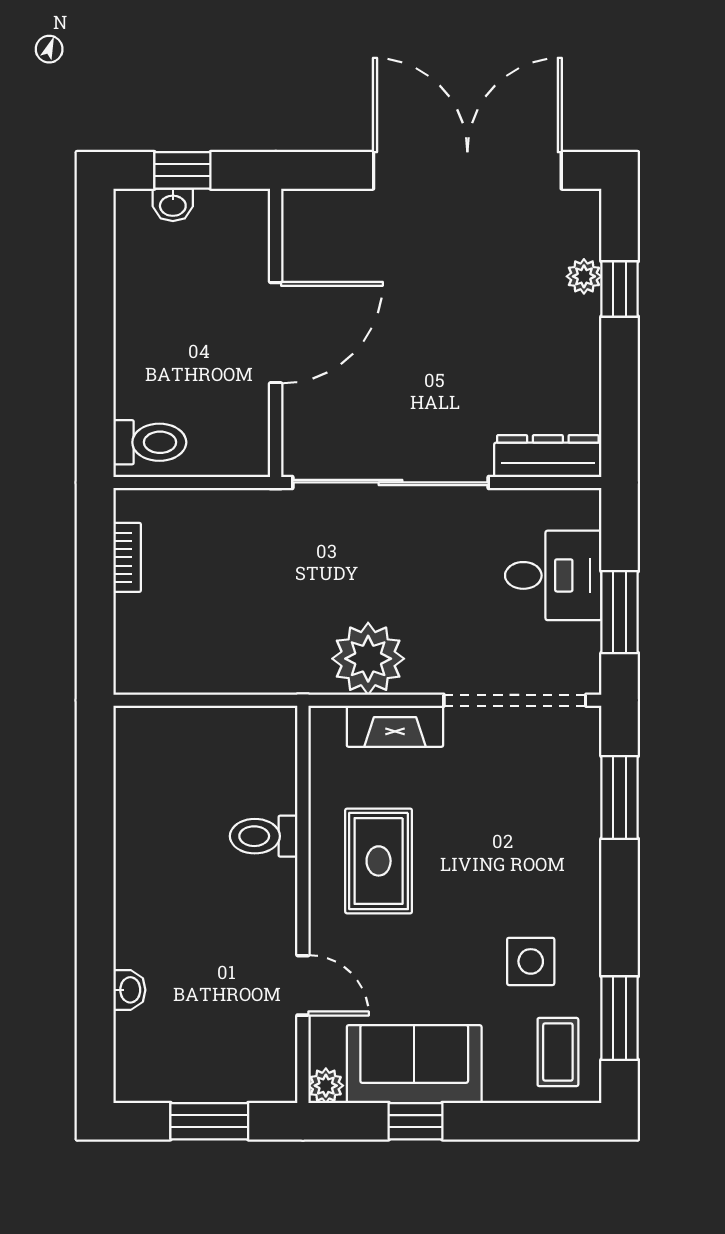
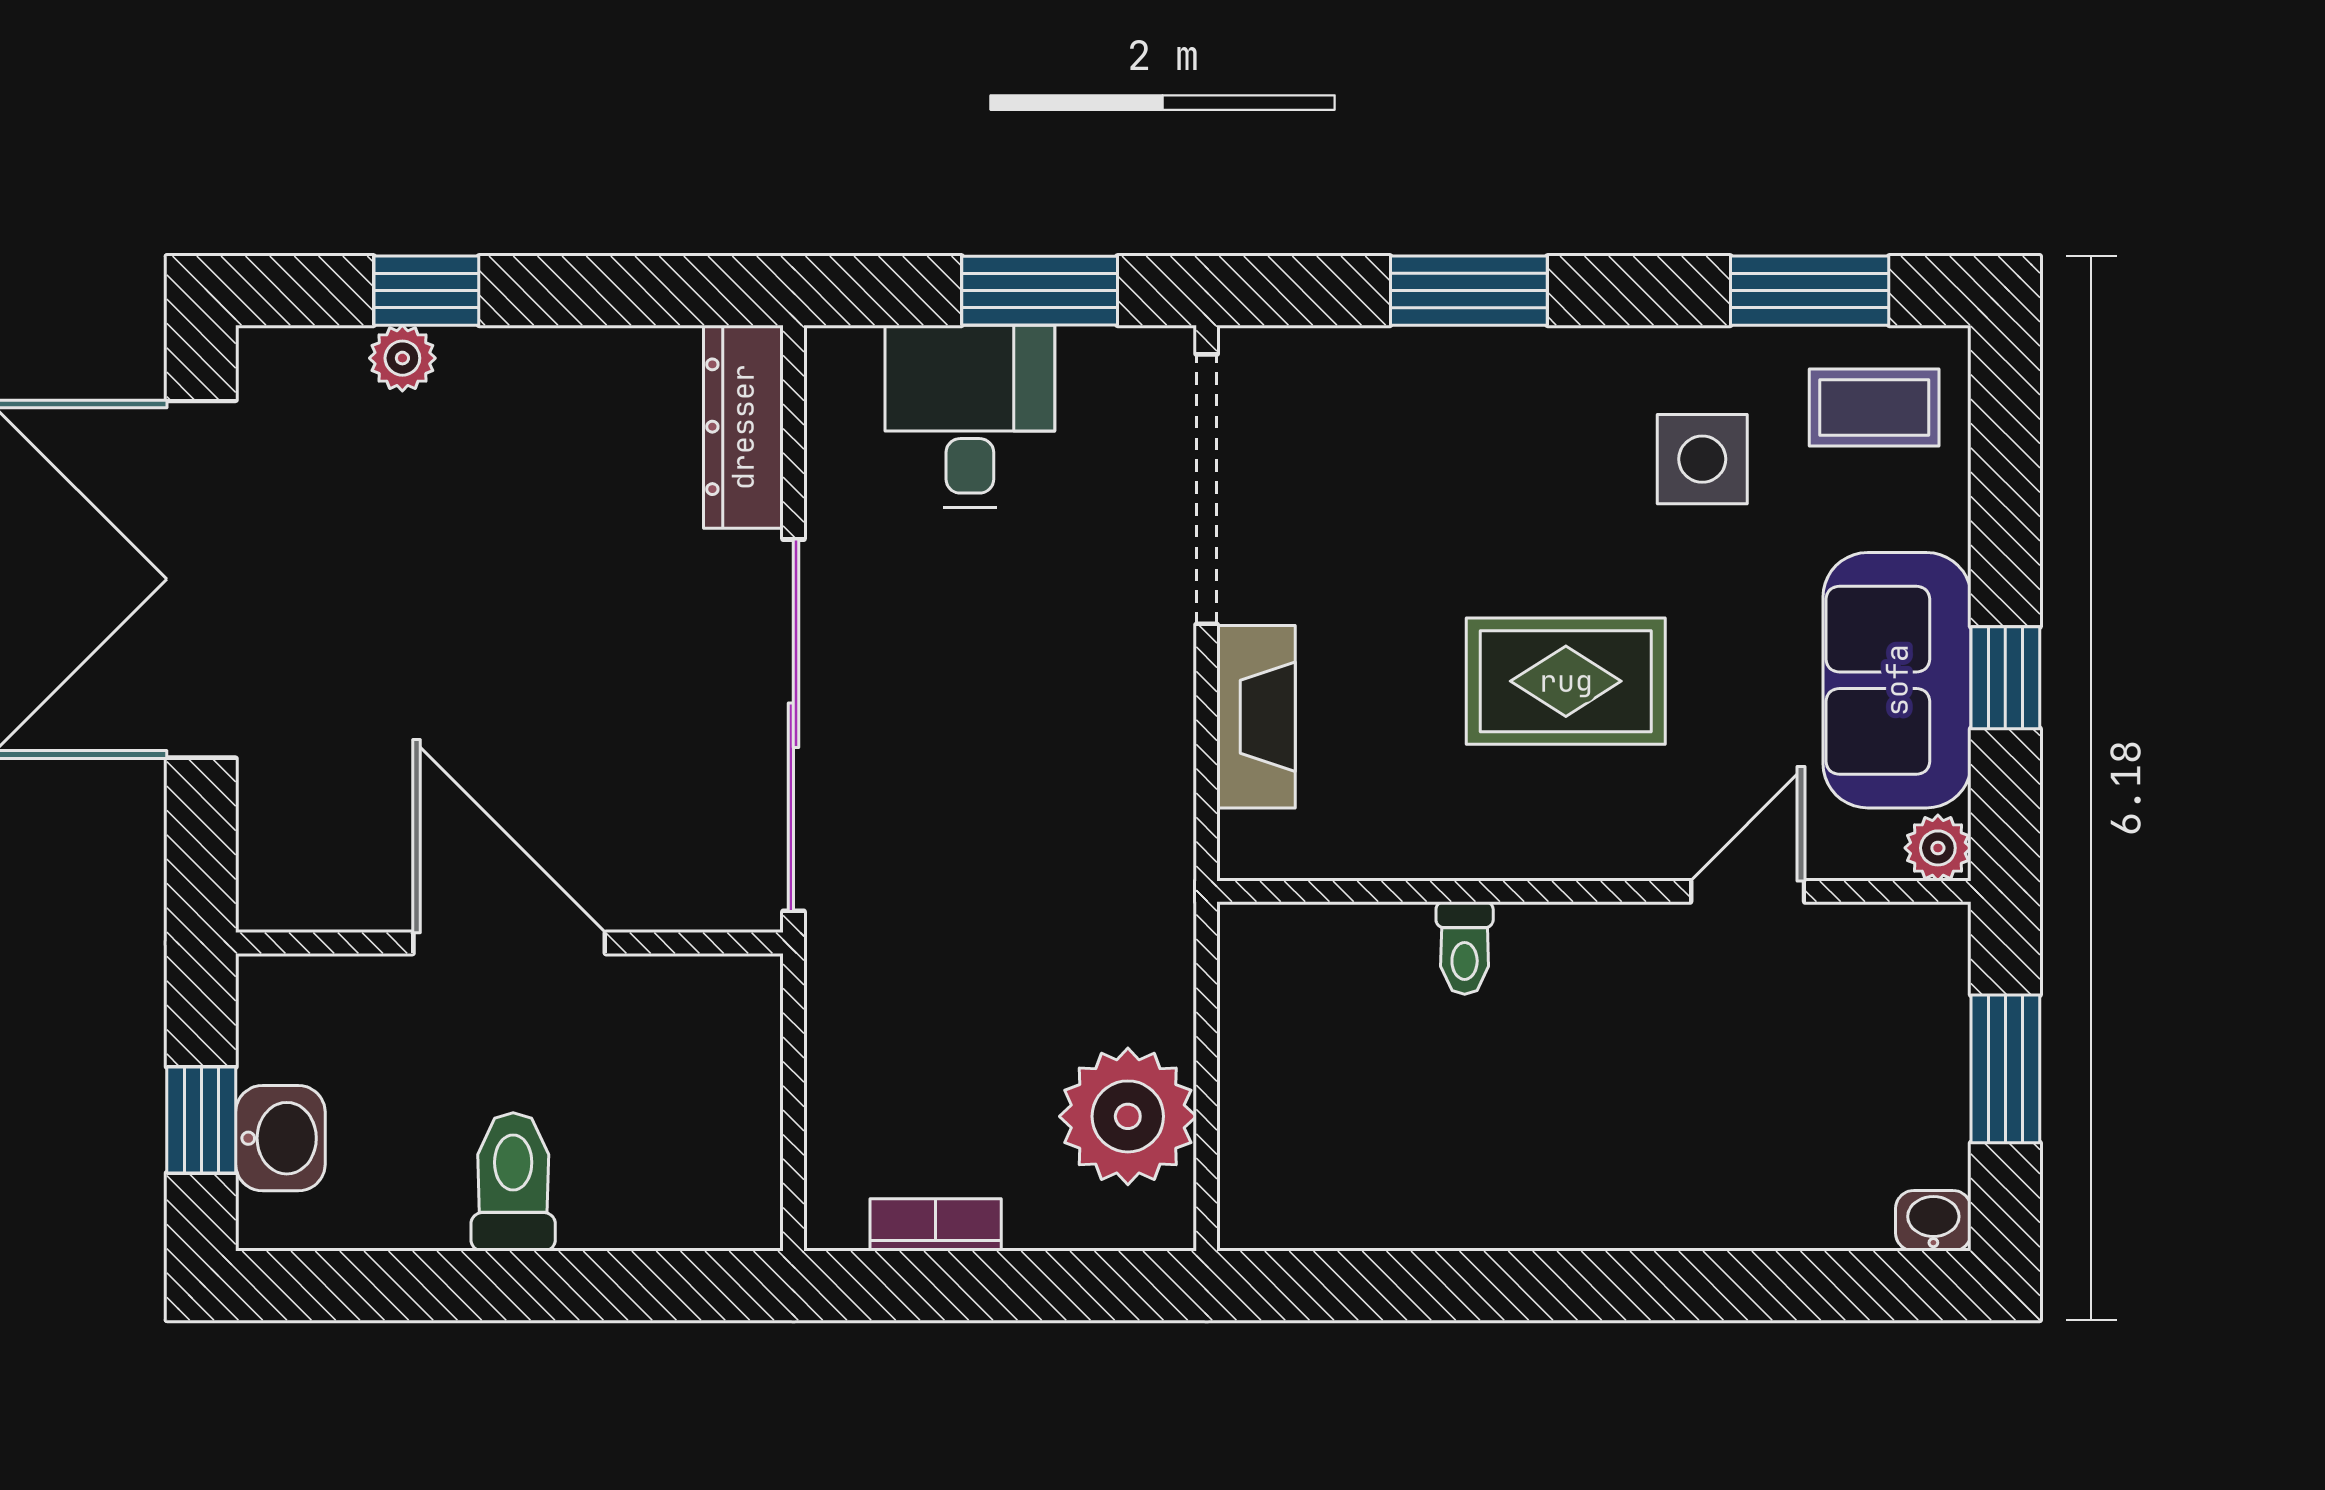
washbasin: (173, 205) -> (280, 1138), width x1.38, depth x1.45
toilet: (150, 442) -> (513, 1182), moved
plant: (368, 659) -> (1128, 1116), moved
window: (620, 797) -> (1469, 291), moved
toilet: (264, 836) -> (1465, 948), width x0.73, depth x0.72
rug: (379, 861) -> (1566, 681), moved
washbasin: (129, 990) -> (1933, 1221), moved

